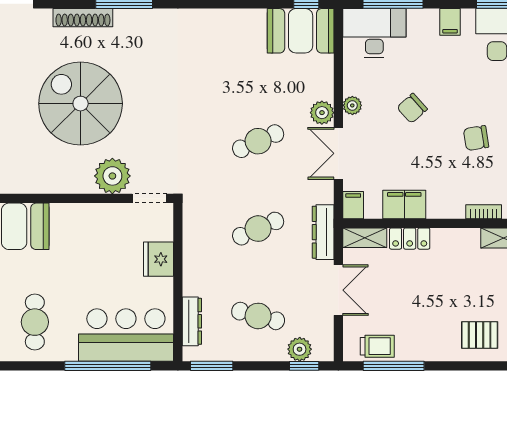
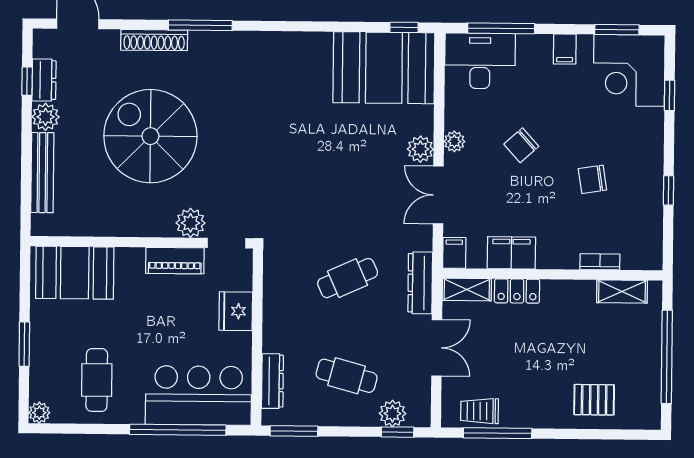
booth: (301, 31) -> (384, 68), width x1.36, depth x1.42
cafe table: (258, 141) -> (349, 180), removed
plant: (112, 176) -> (191, 223), width x0.73, depth x0.73
piano: (104, 215) -> (175, 261), added
trolley: (377, 346) -> (480, 411), turned 180

